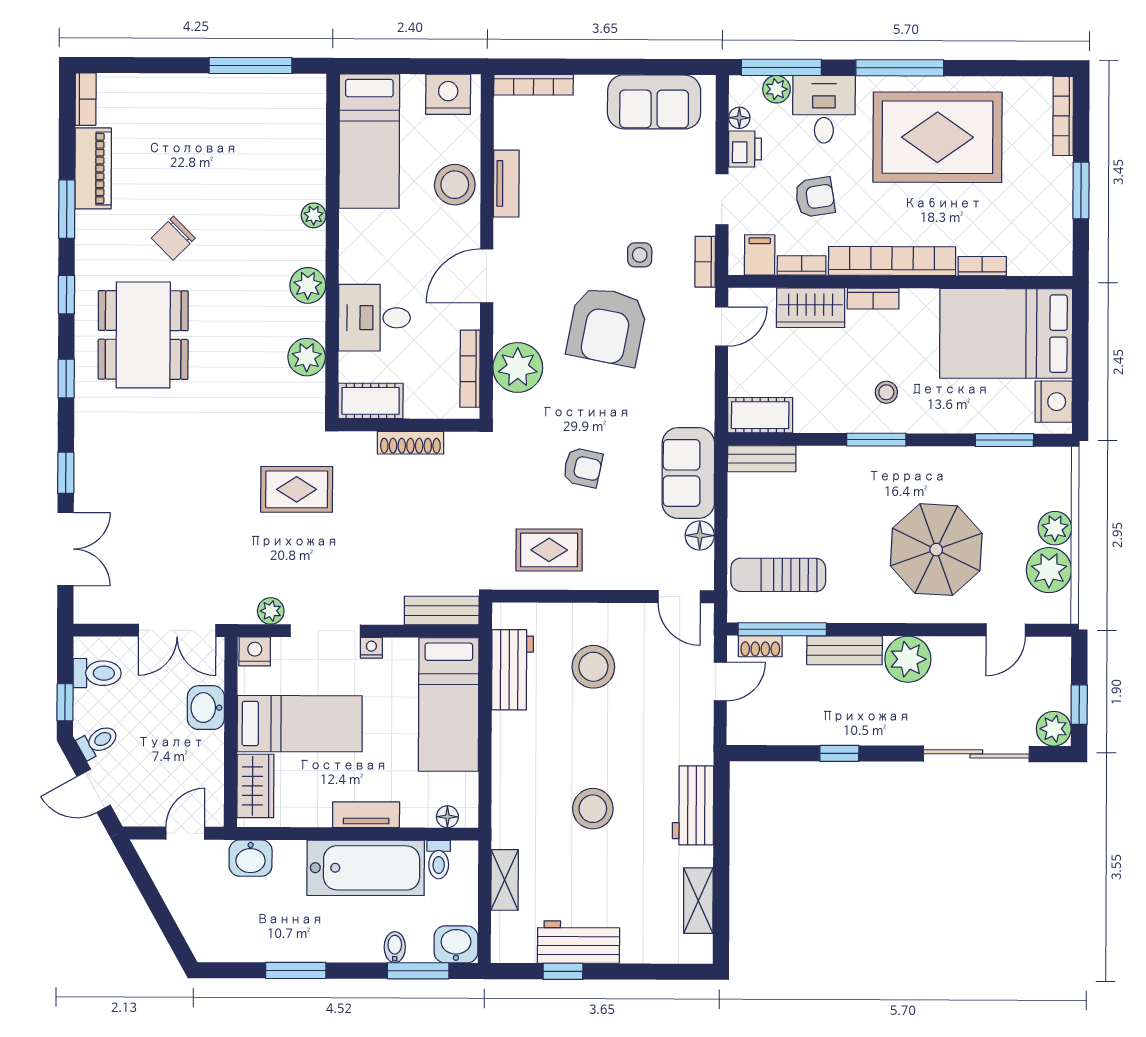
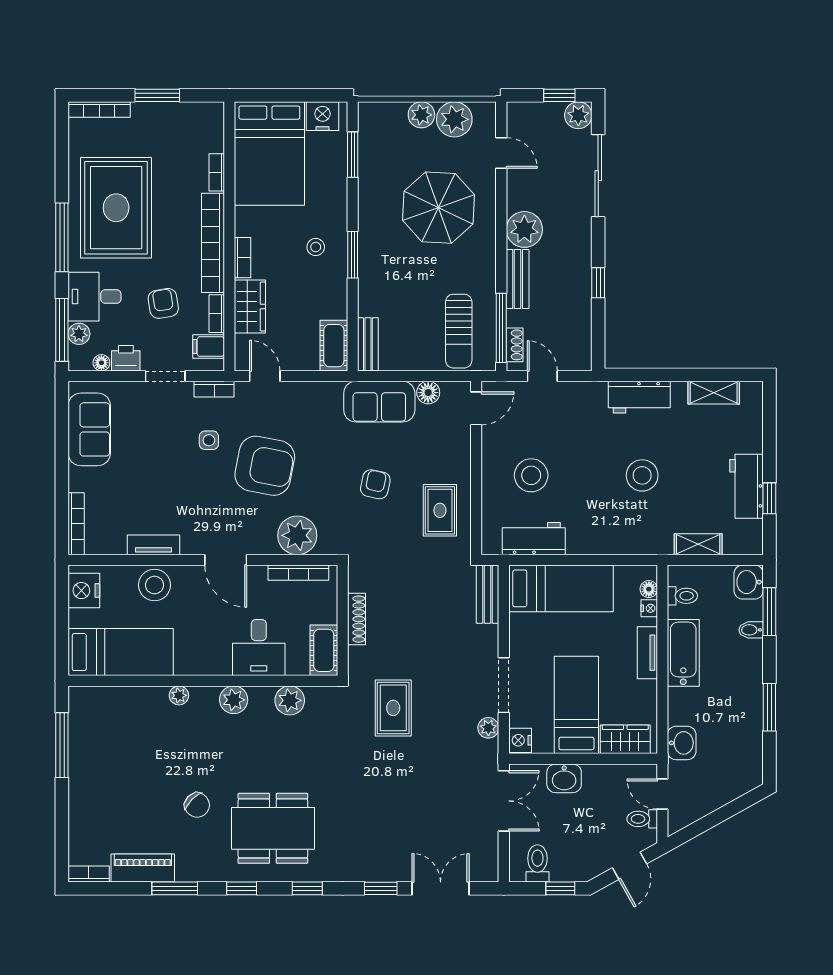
nightstand: (371, 648) -> (649, 608), moved, turned 180
toilet: (98, 742) -> (642, 819), moved, turned -61
bathtub: (366, 868) -> (683, 653), width x0.73, depth x0.73

